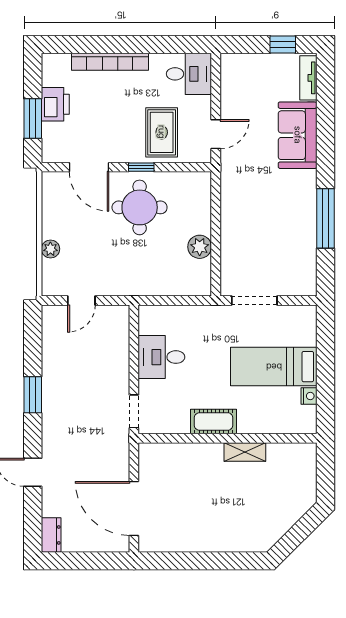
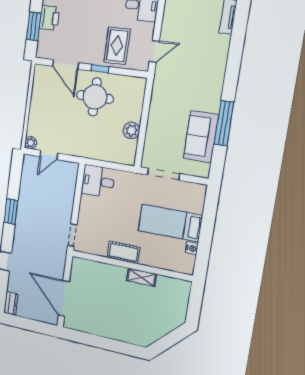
sofa: (298, 135) -> (201, 137), moved
plant: (50, 249) -> (31, 143), moved
desk: (161, 357) -> (98, 181), moved

